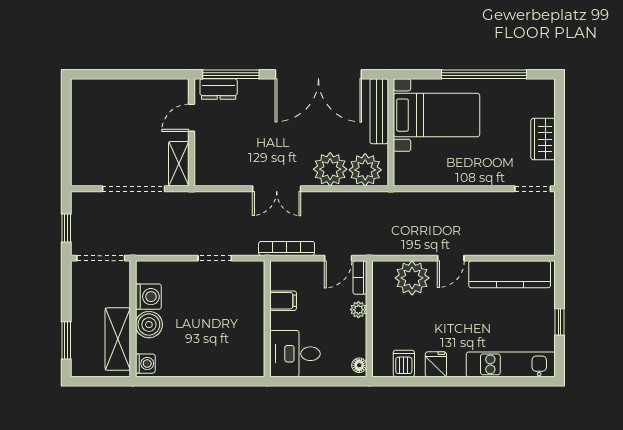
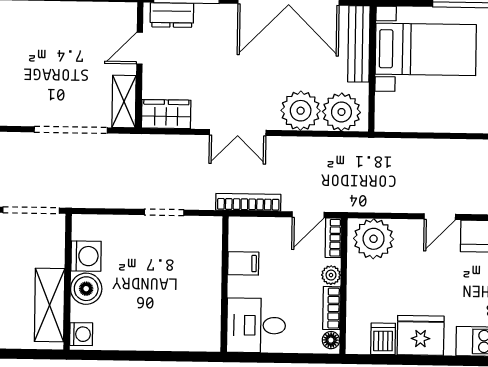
wardrobe: (215, 174) -> (166, 114), added
plant: (412, 278) -> (374, 239), moved
bookcase: (359, 338) -> (331, 308), added
fridge: (436, 364) -> (421, 335), width x1.88, depth x1.34

